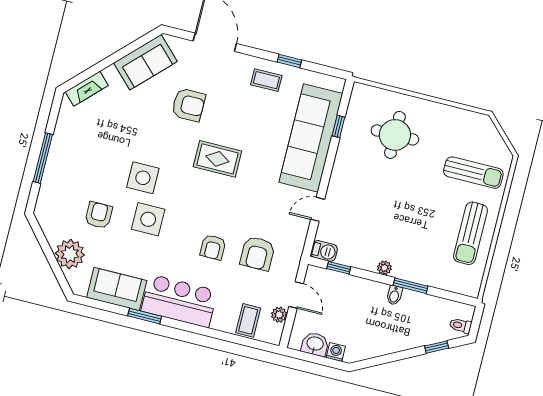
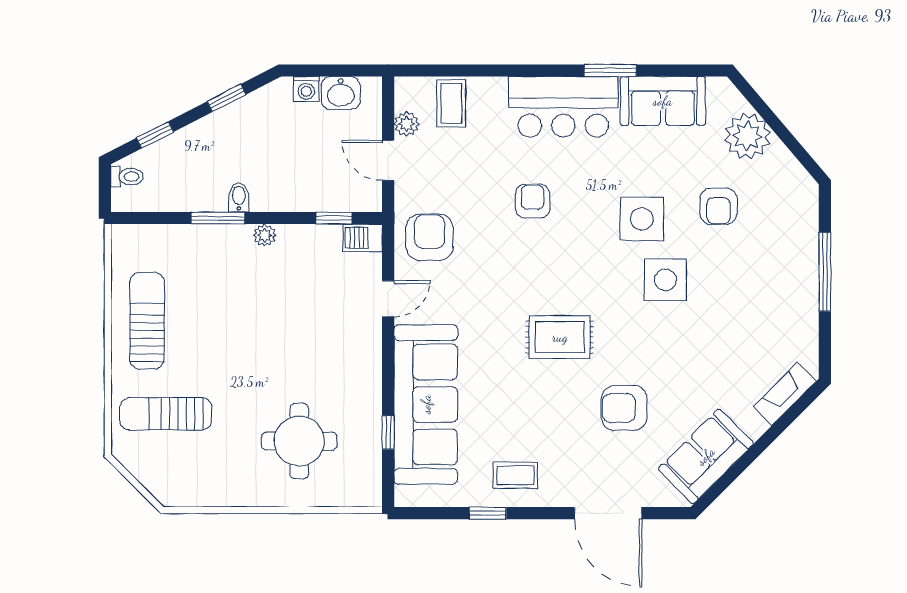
armchair: (257, 253) -> (430, 237), moved
window: (387, 359) -> (227, 98), added

